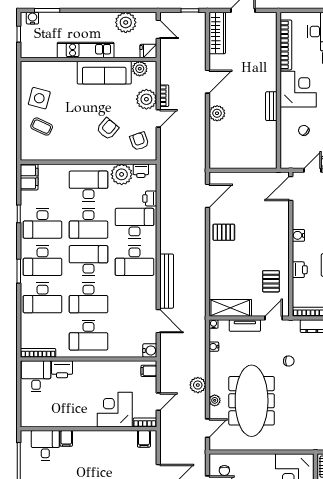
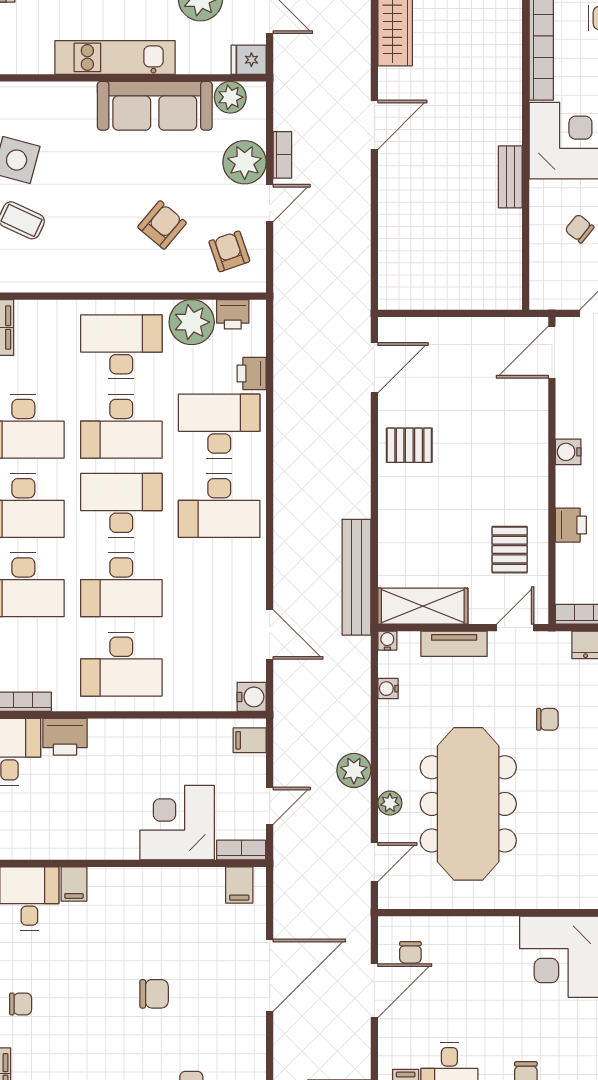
plant: (217, 113) -> (395, 192), removed
bench: (167, 281) -> (356, 577), moved

